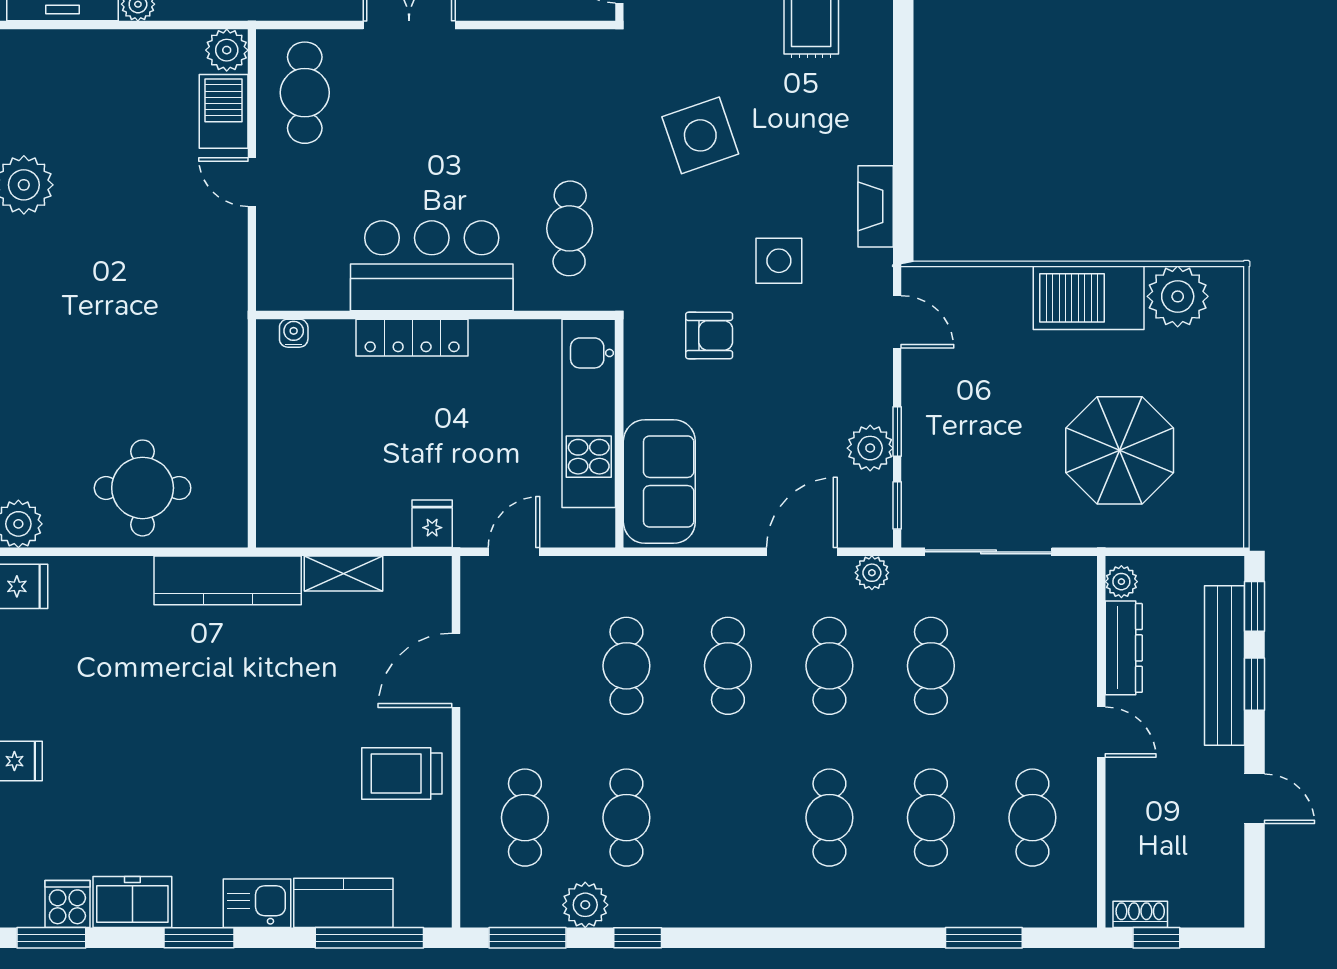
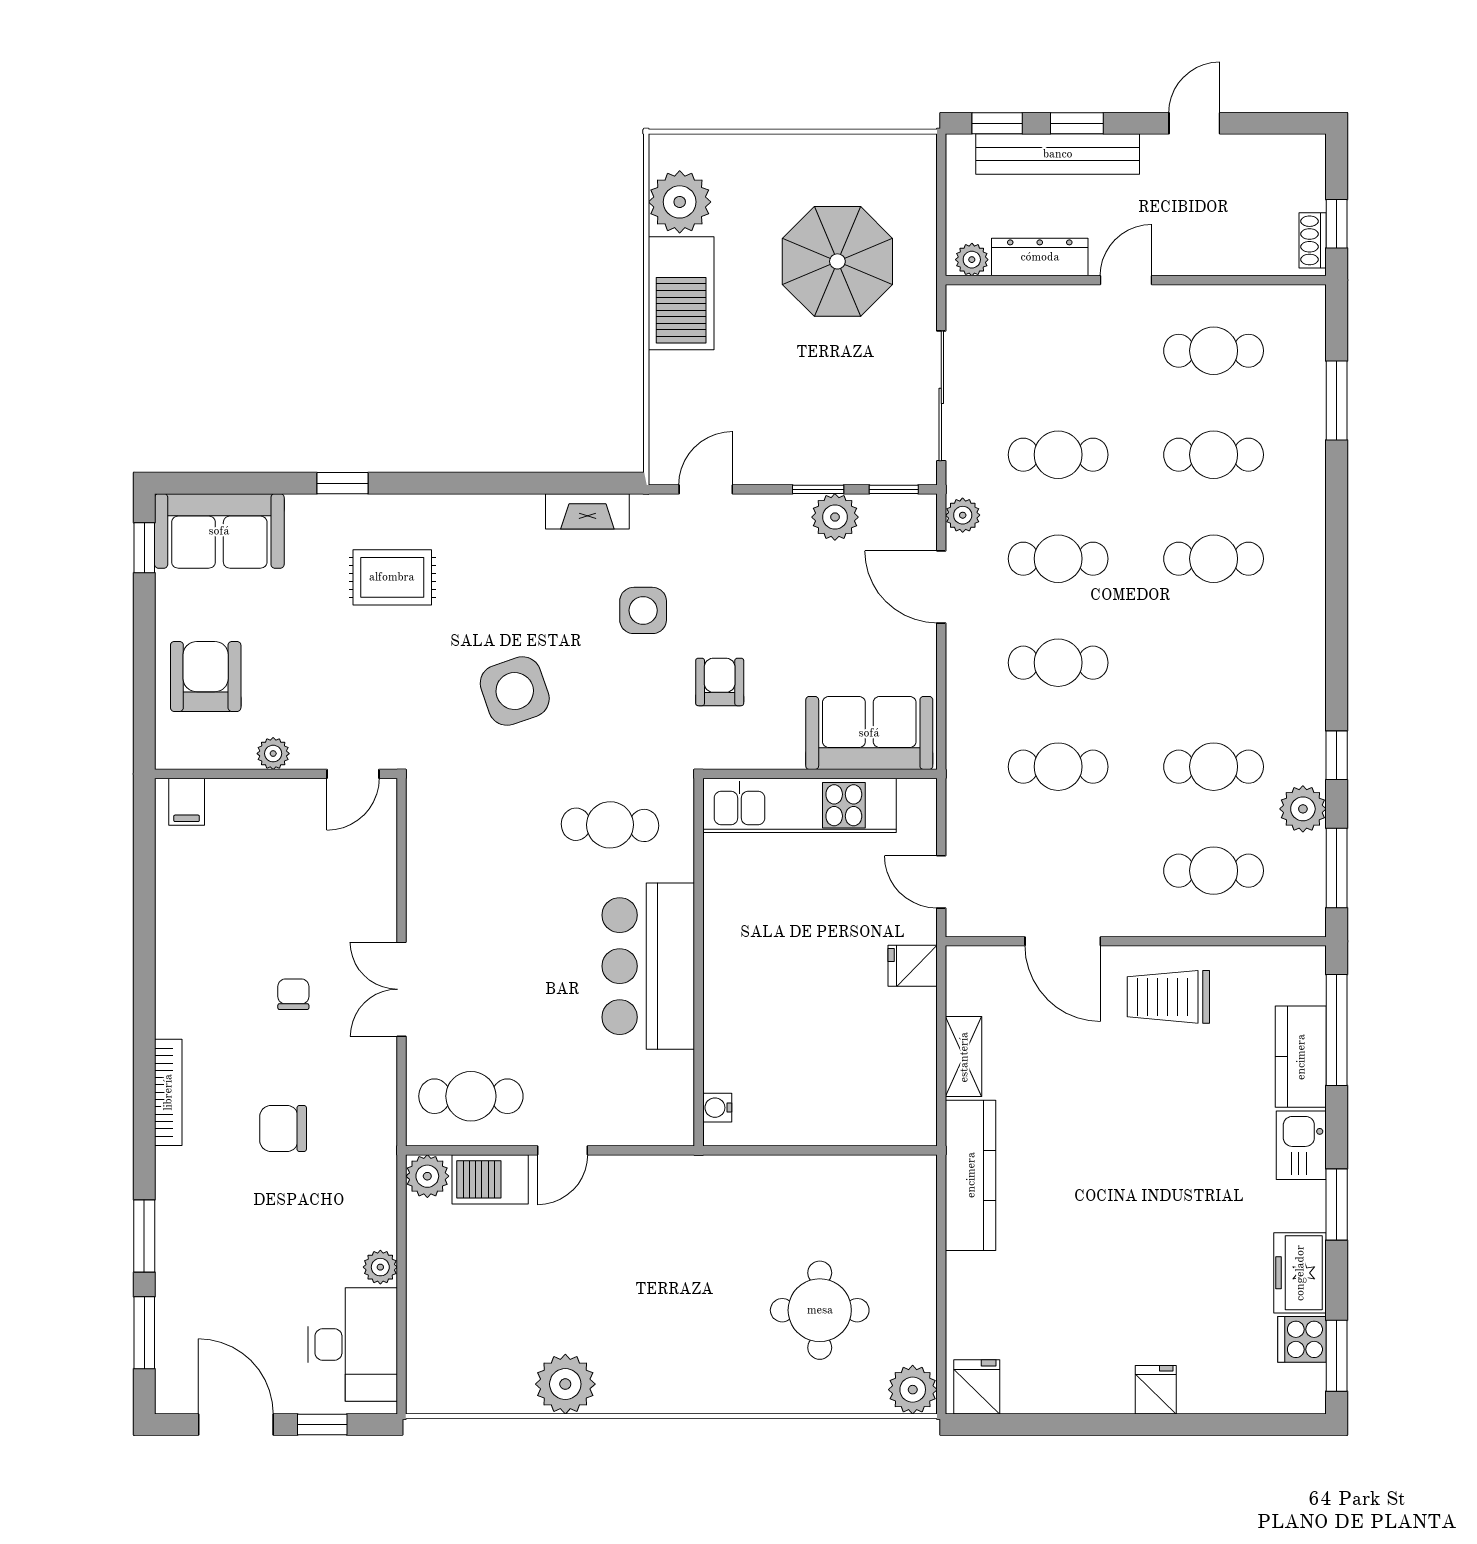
locker: (412, 338) -> (722, 986), removed
round table: (143, 488) -> (820, 1310), moved
trolley: (402, 774) -> (1168, 997), turned 90

